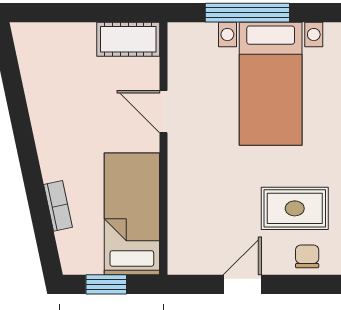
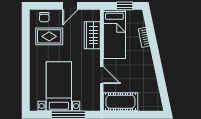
cot: (128, 39) -> (120, 102), width x1.37, depth x1.34
wardrobe: (187, 211) -> (92, 35), added

